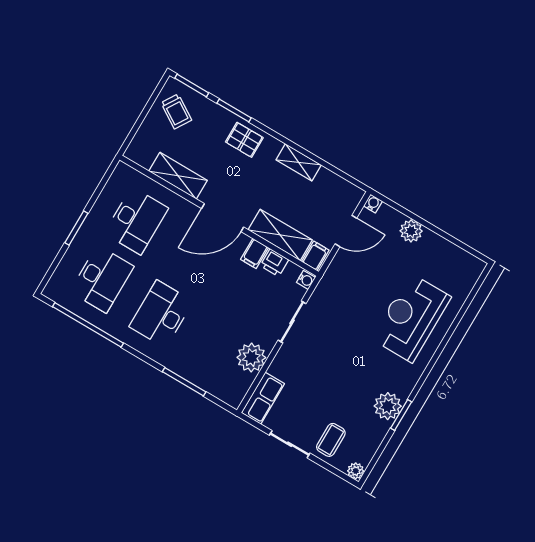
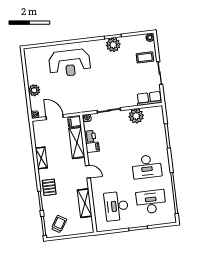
door: (223, 218) -> (88, 172), width x0.53
desk: (136, 221) -> (116, 206), turned -90

